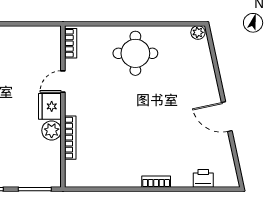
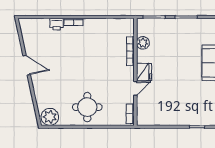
plant: (198, 32) -> (50, 117), width x1.87, depth x1.87
plant: (52, 130) -> (143, 43), moved
printer: (203, 178) -> (57, 24), moved

